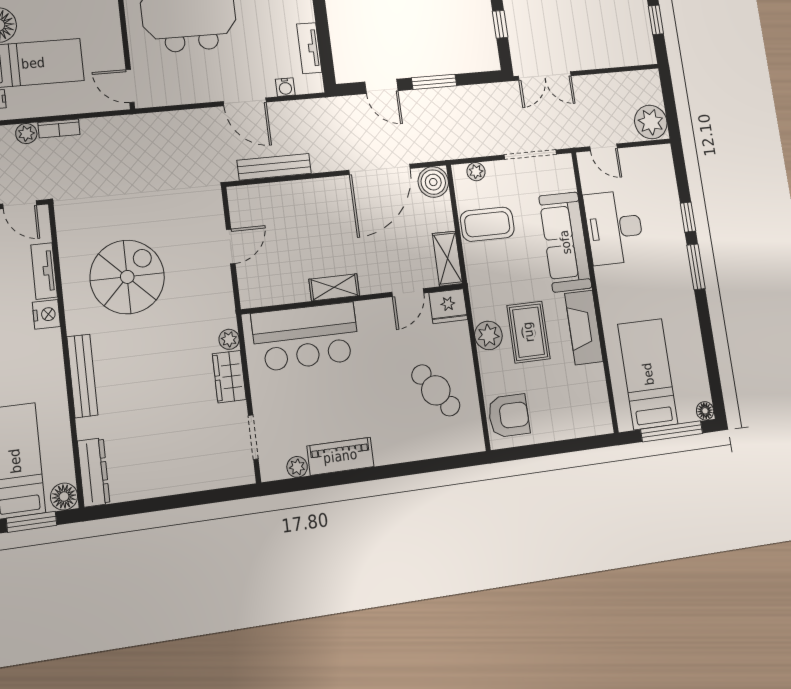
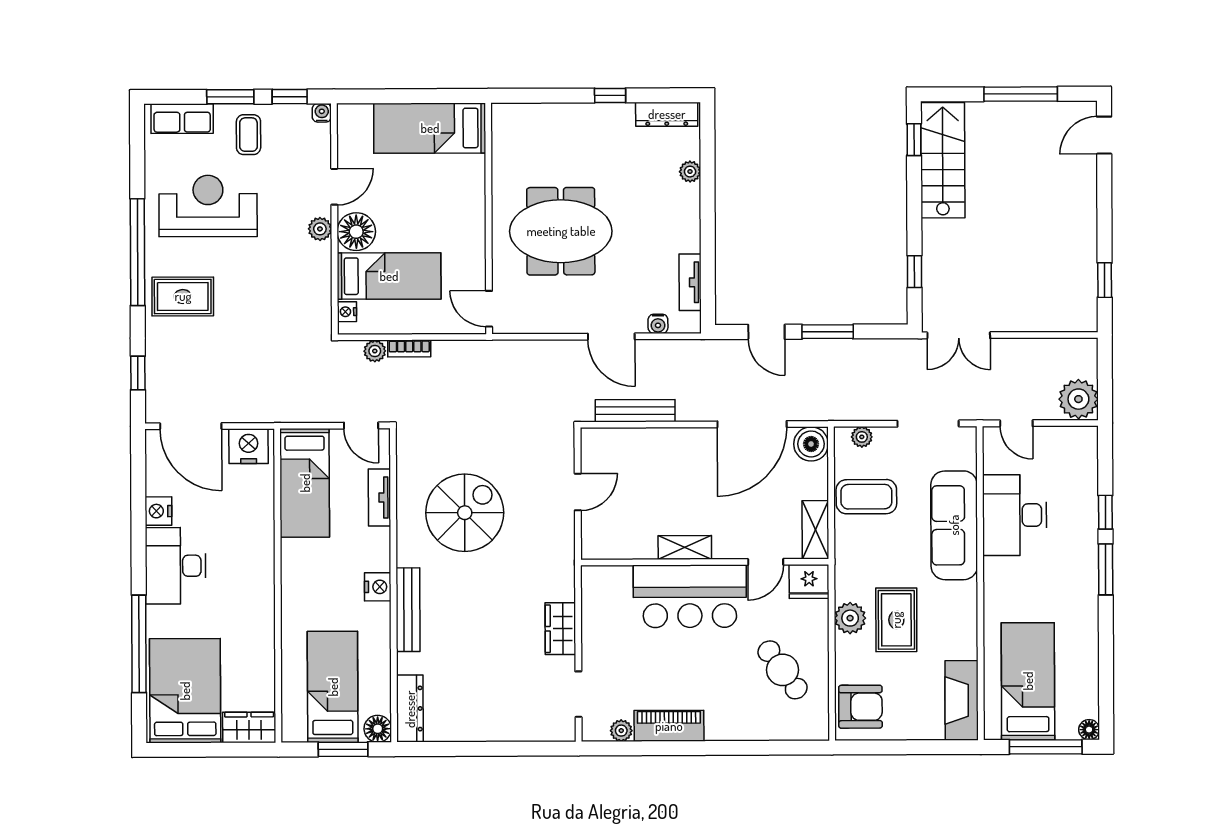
nightstand: (46, 314) -> (378, 587), moved
fireplace: (584, 327) -> (962, 700), moved
bar counter: (306, 337) -> (690, 596), moved
plant: (229, 339) -> (565, 590), removed

